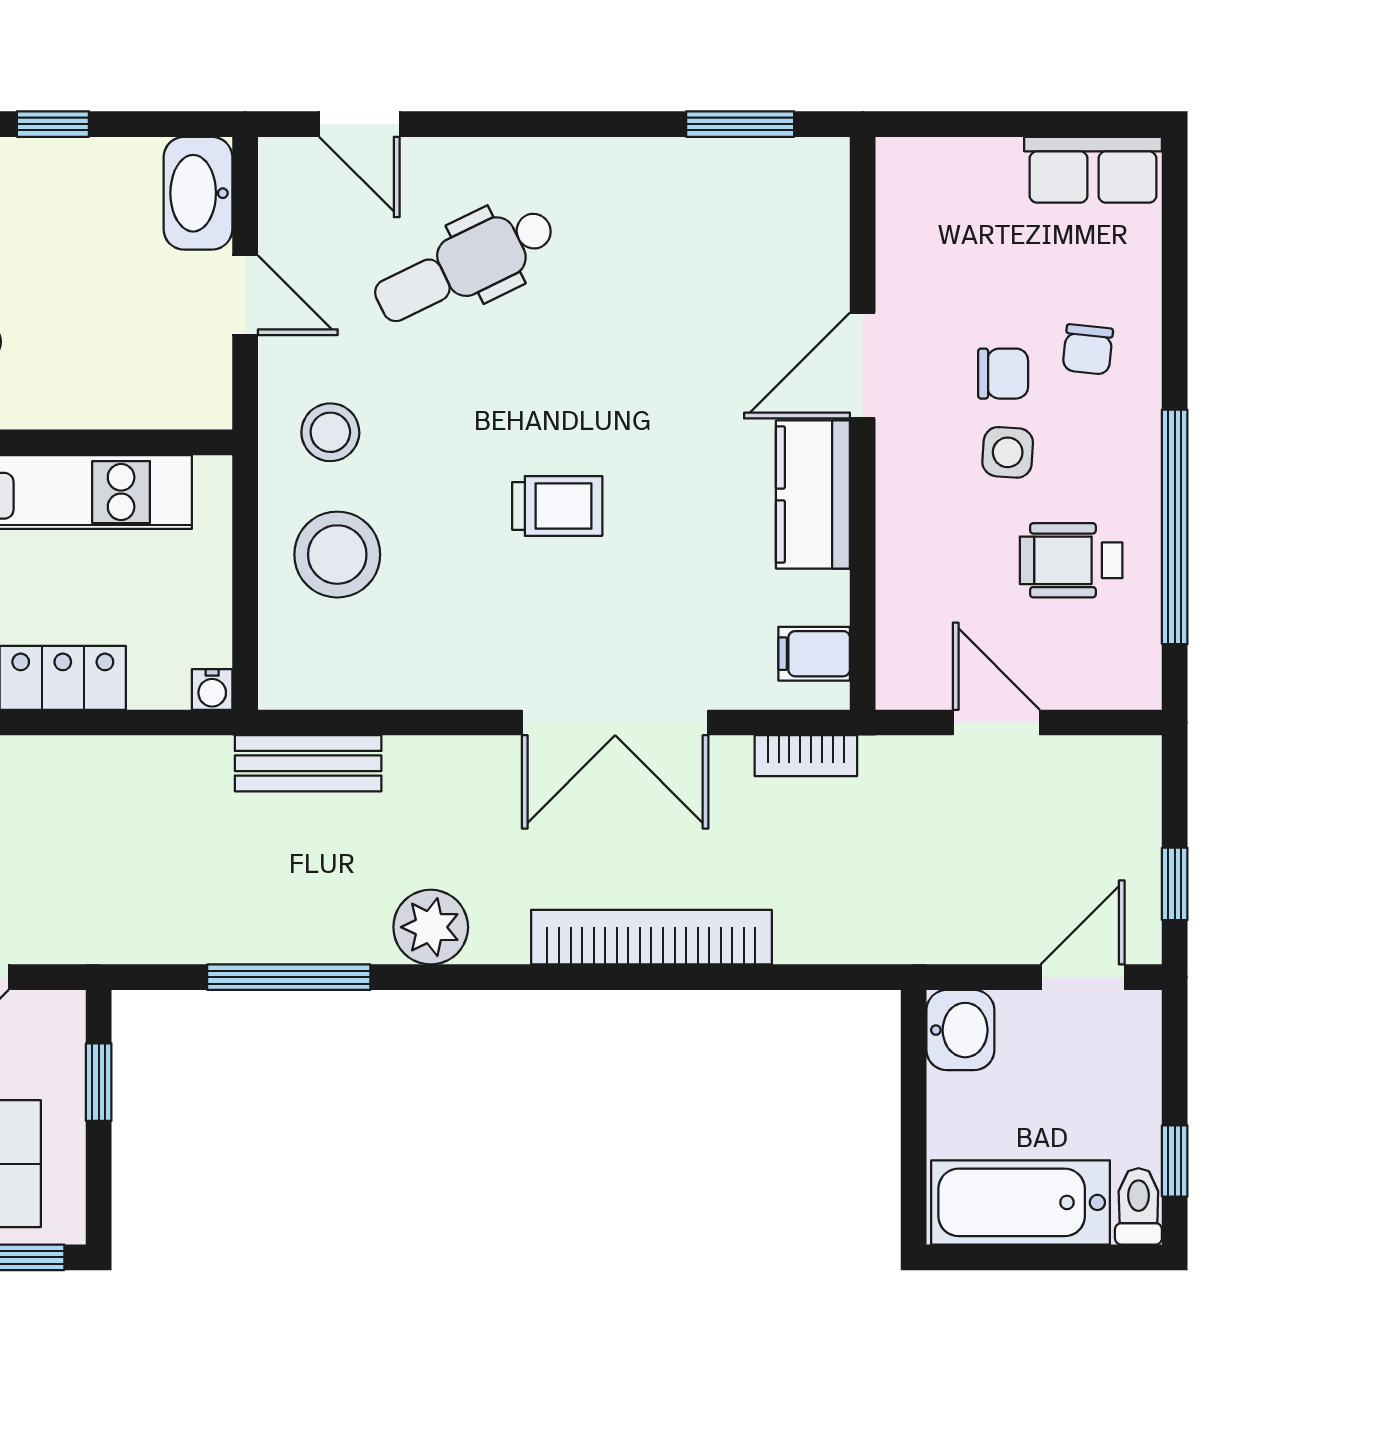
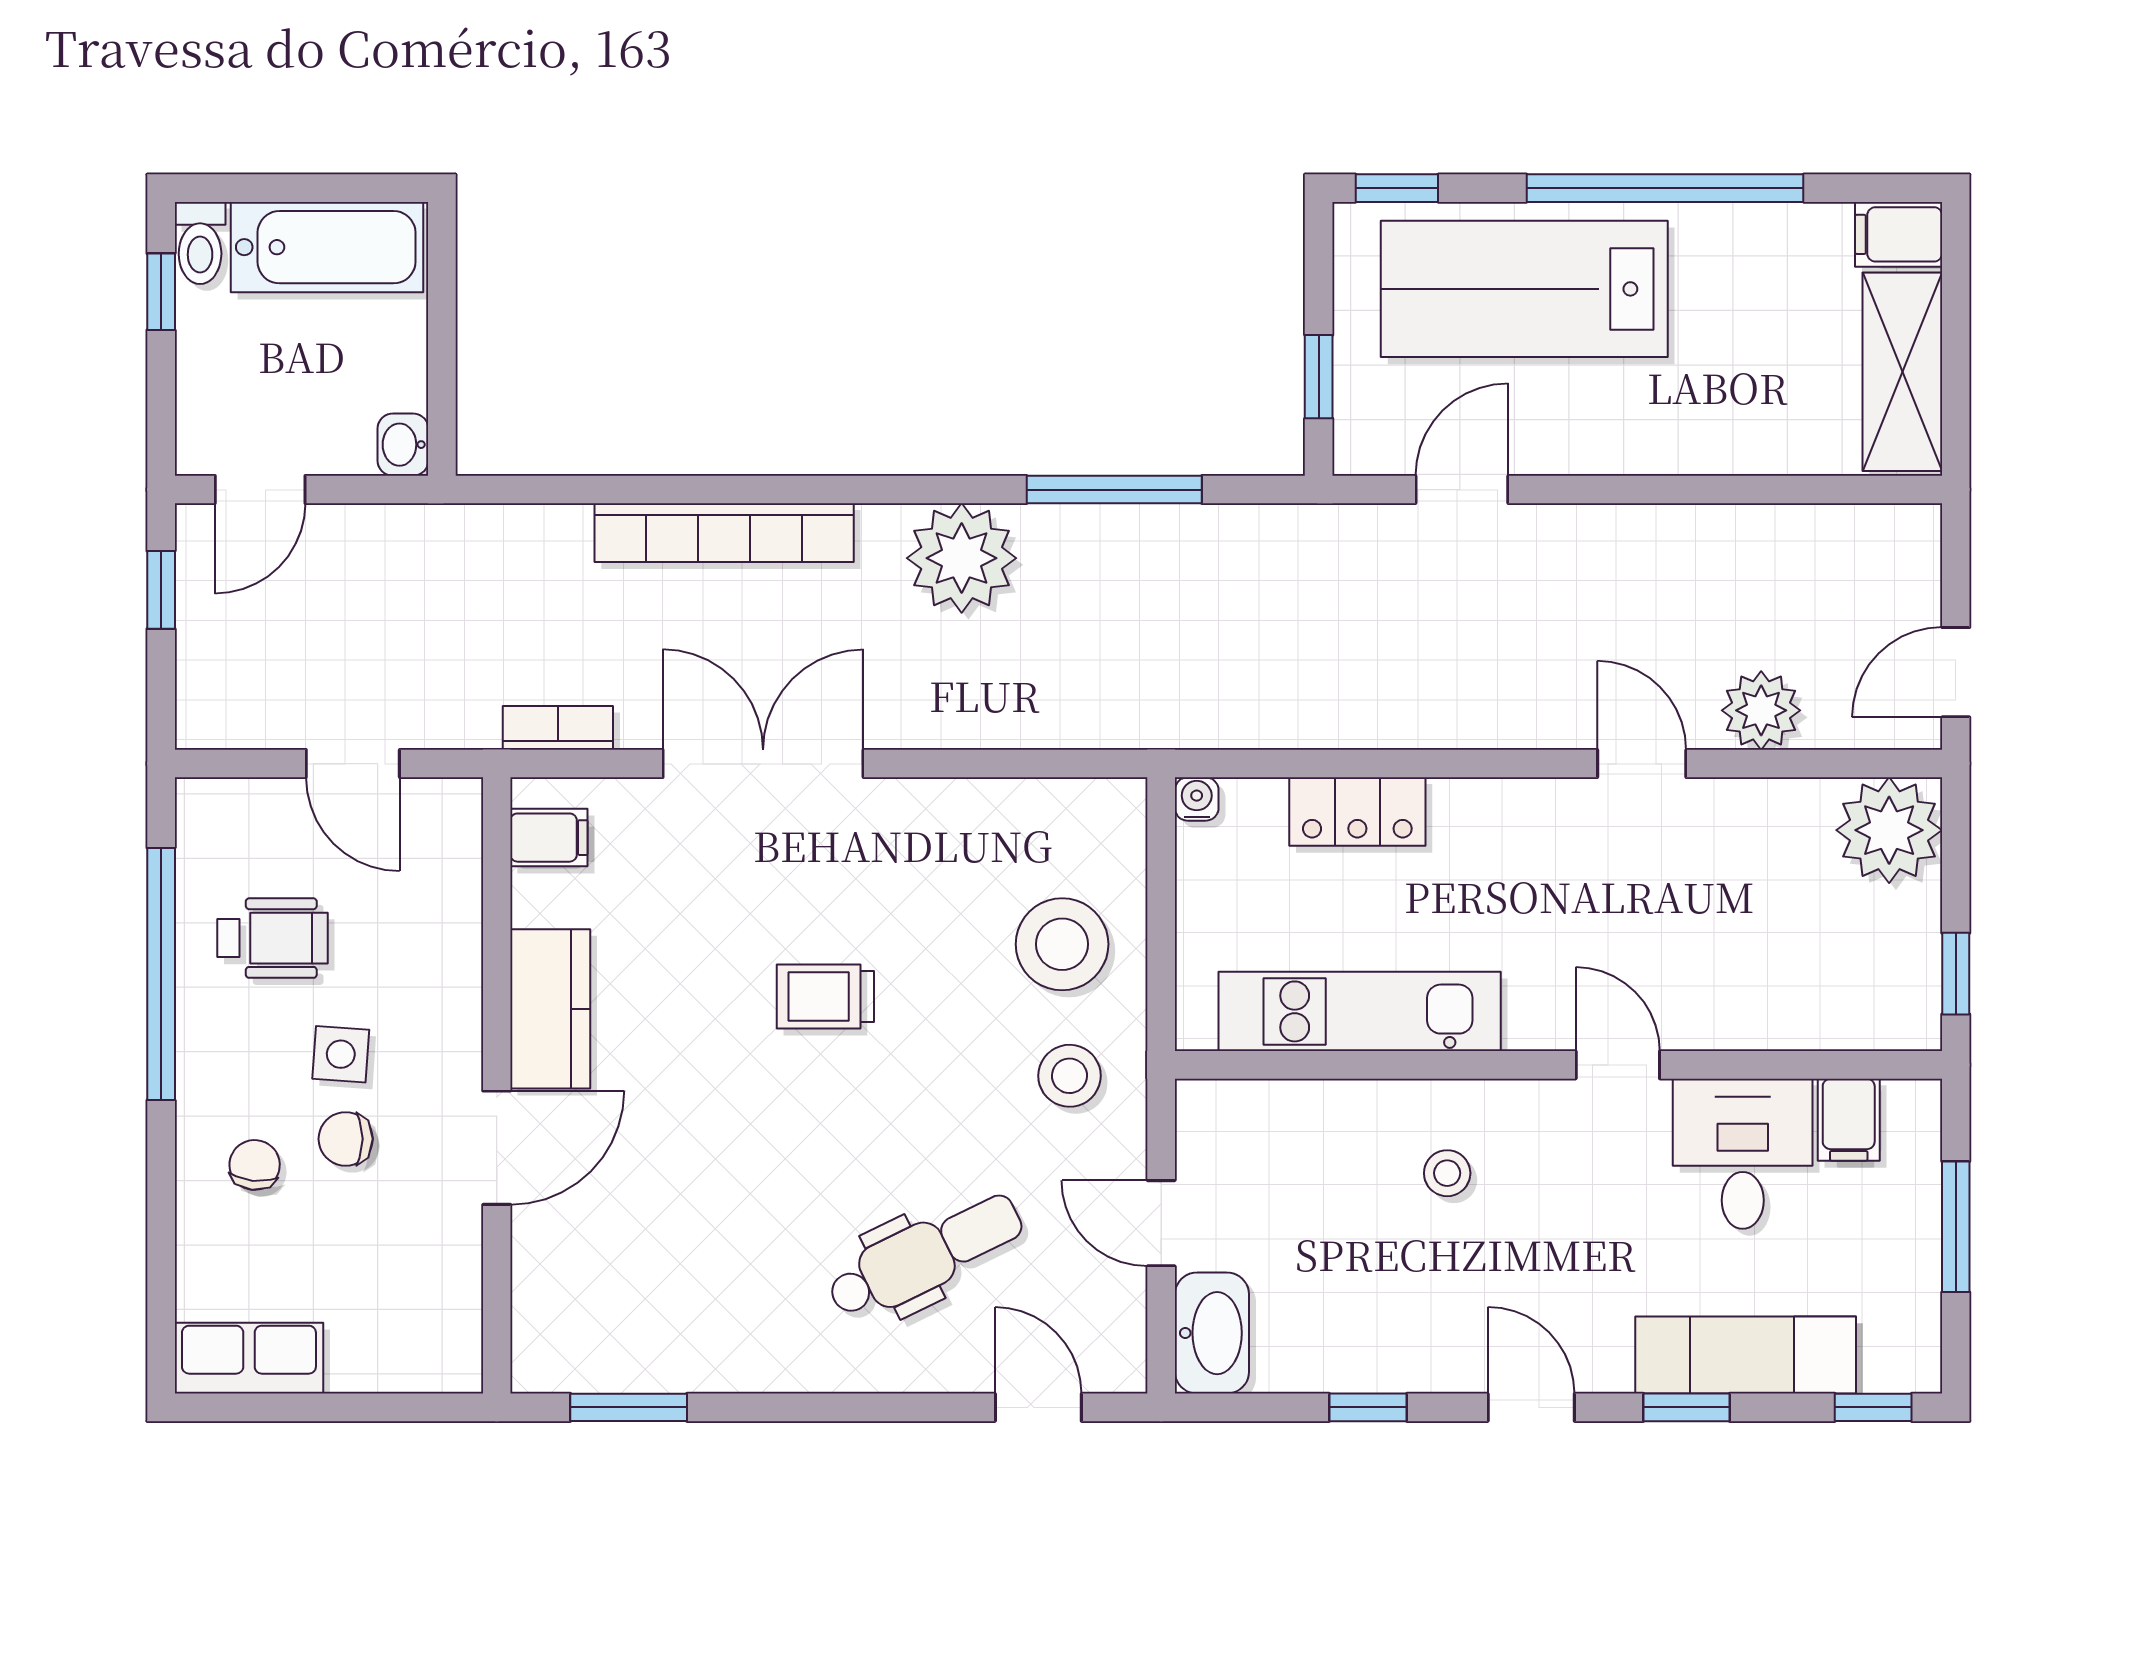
bench: (308, 763) -> (1093, 720), removed
plant: (431, 927) -> (962, 558), width x1.36, depth x1.36
washbasin: (960, 1030) -> (403, 445), width x0.72, depth x0.69

